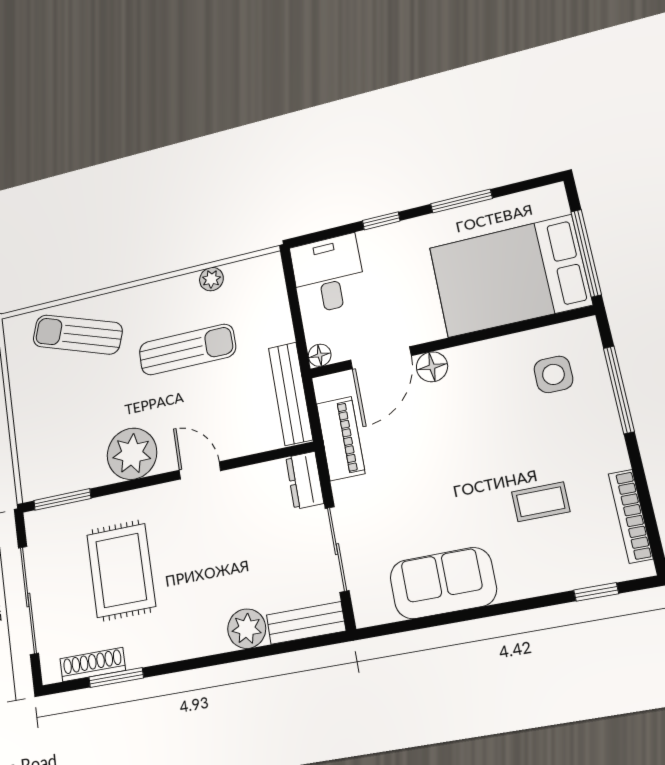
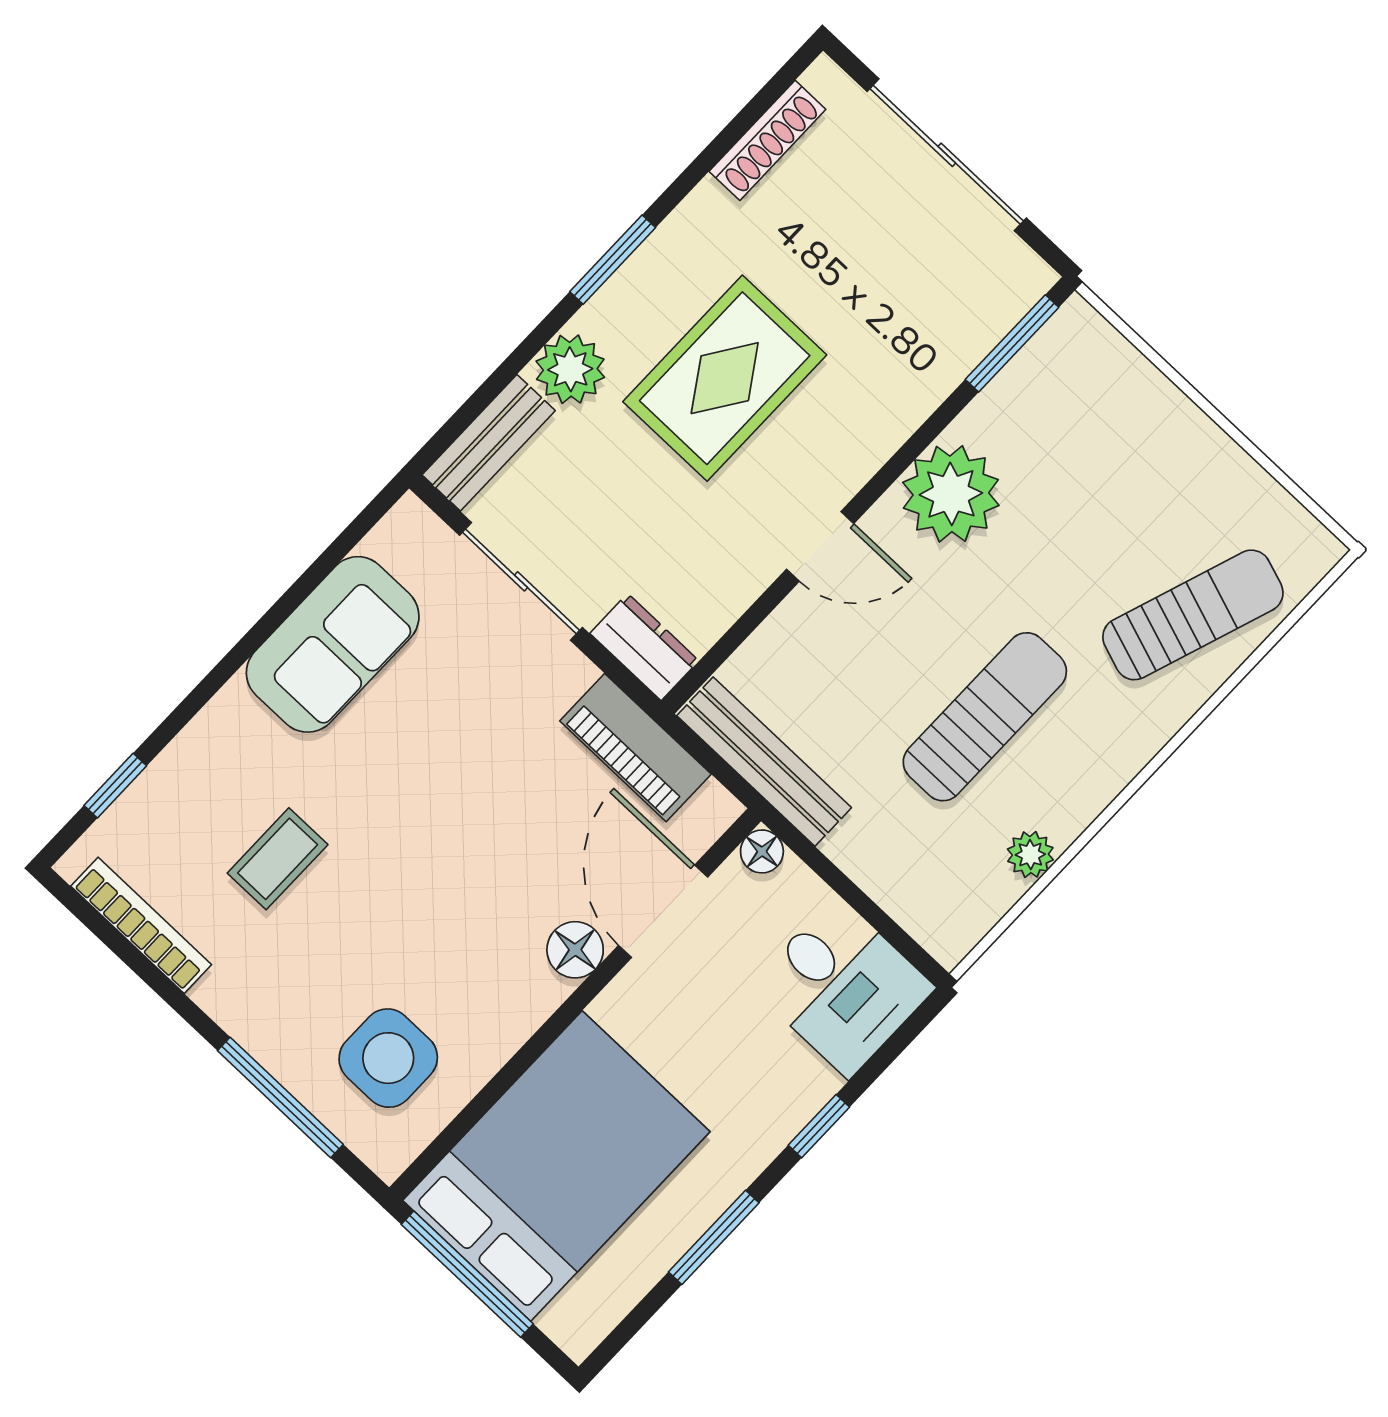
sun lounger: (187, 349) -> (985, 717), turned 180
side table: (553, 374) -> (388, 1058), width x1.37, depth x1.37
rug: (121, 570) -> (725, 378), moved, turned 90
window: (116, 677) -> (613, 260), moved

